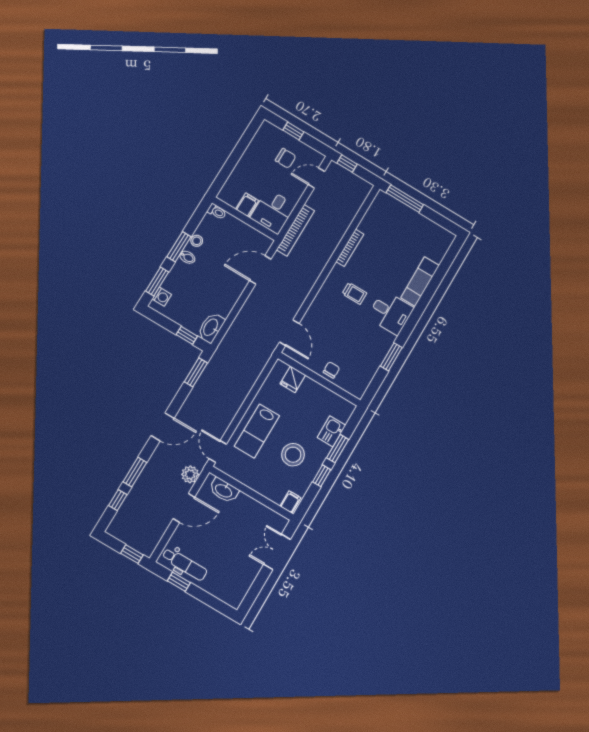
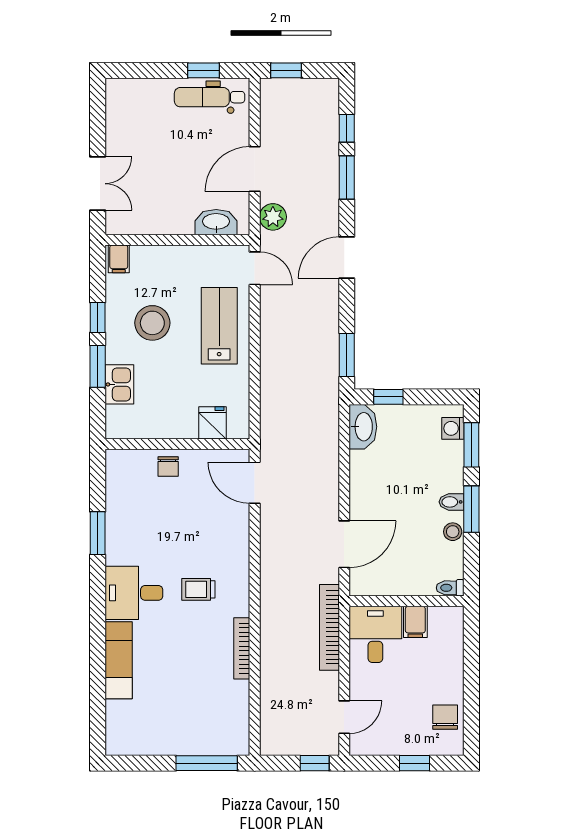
chair: (286, 158) -> (445, 717), moved, turned 90

